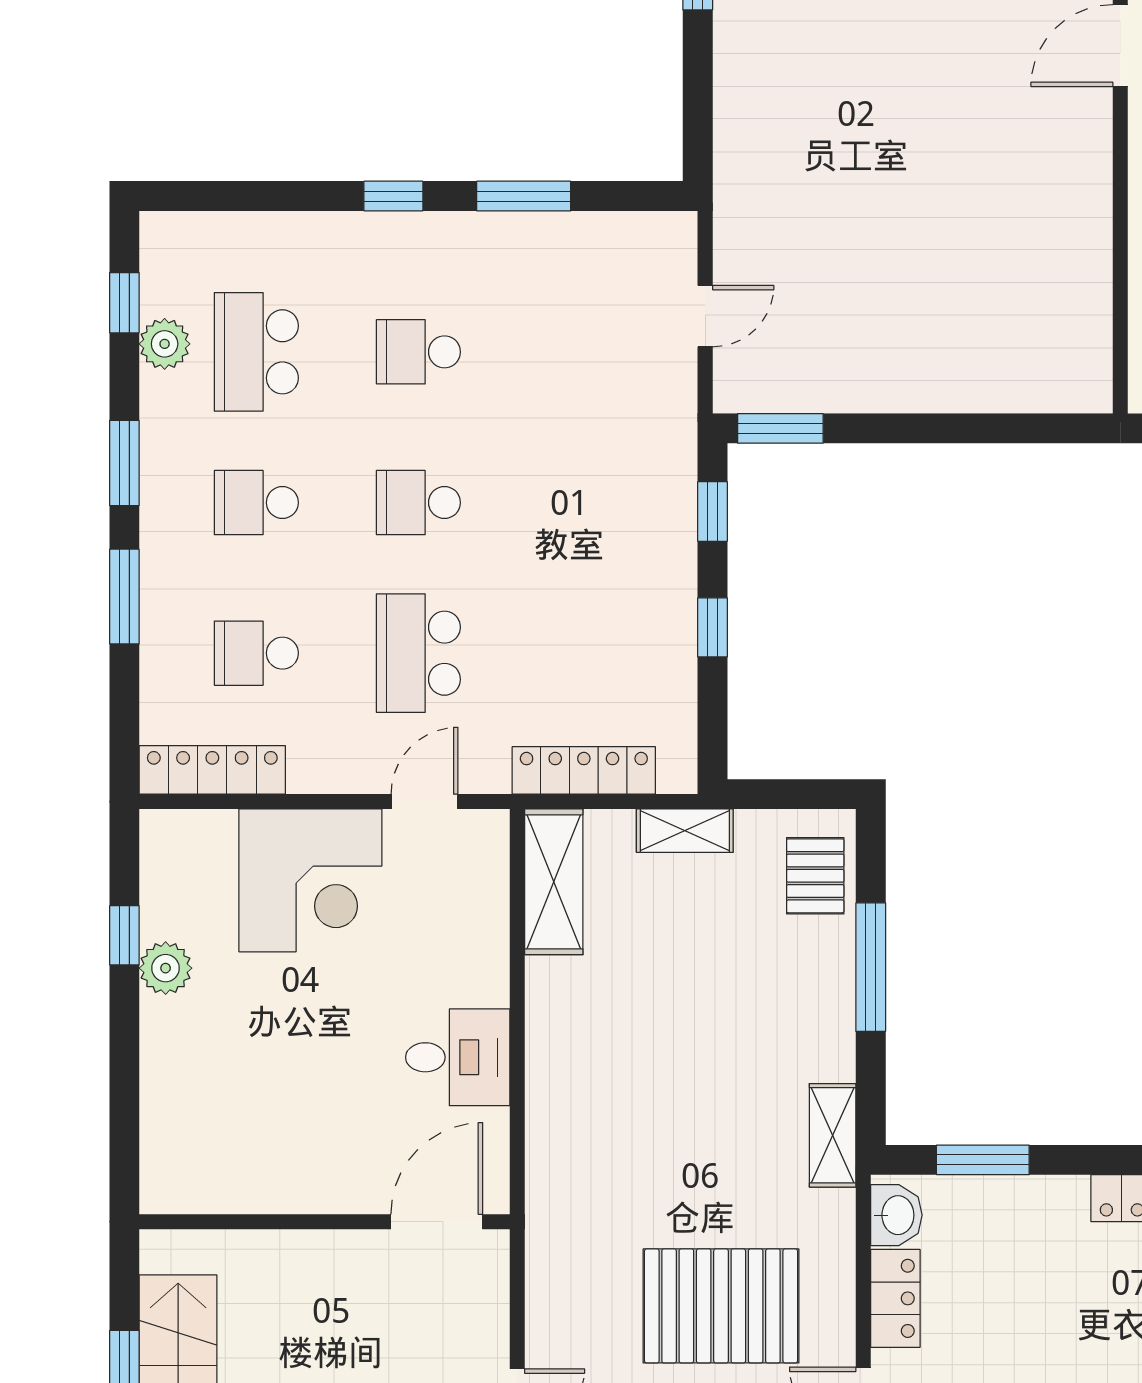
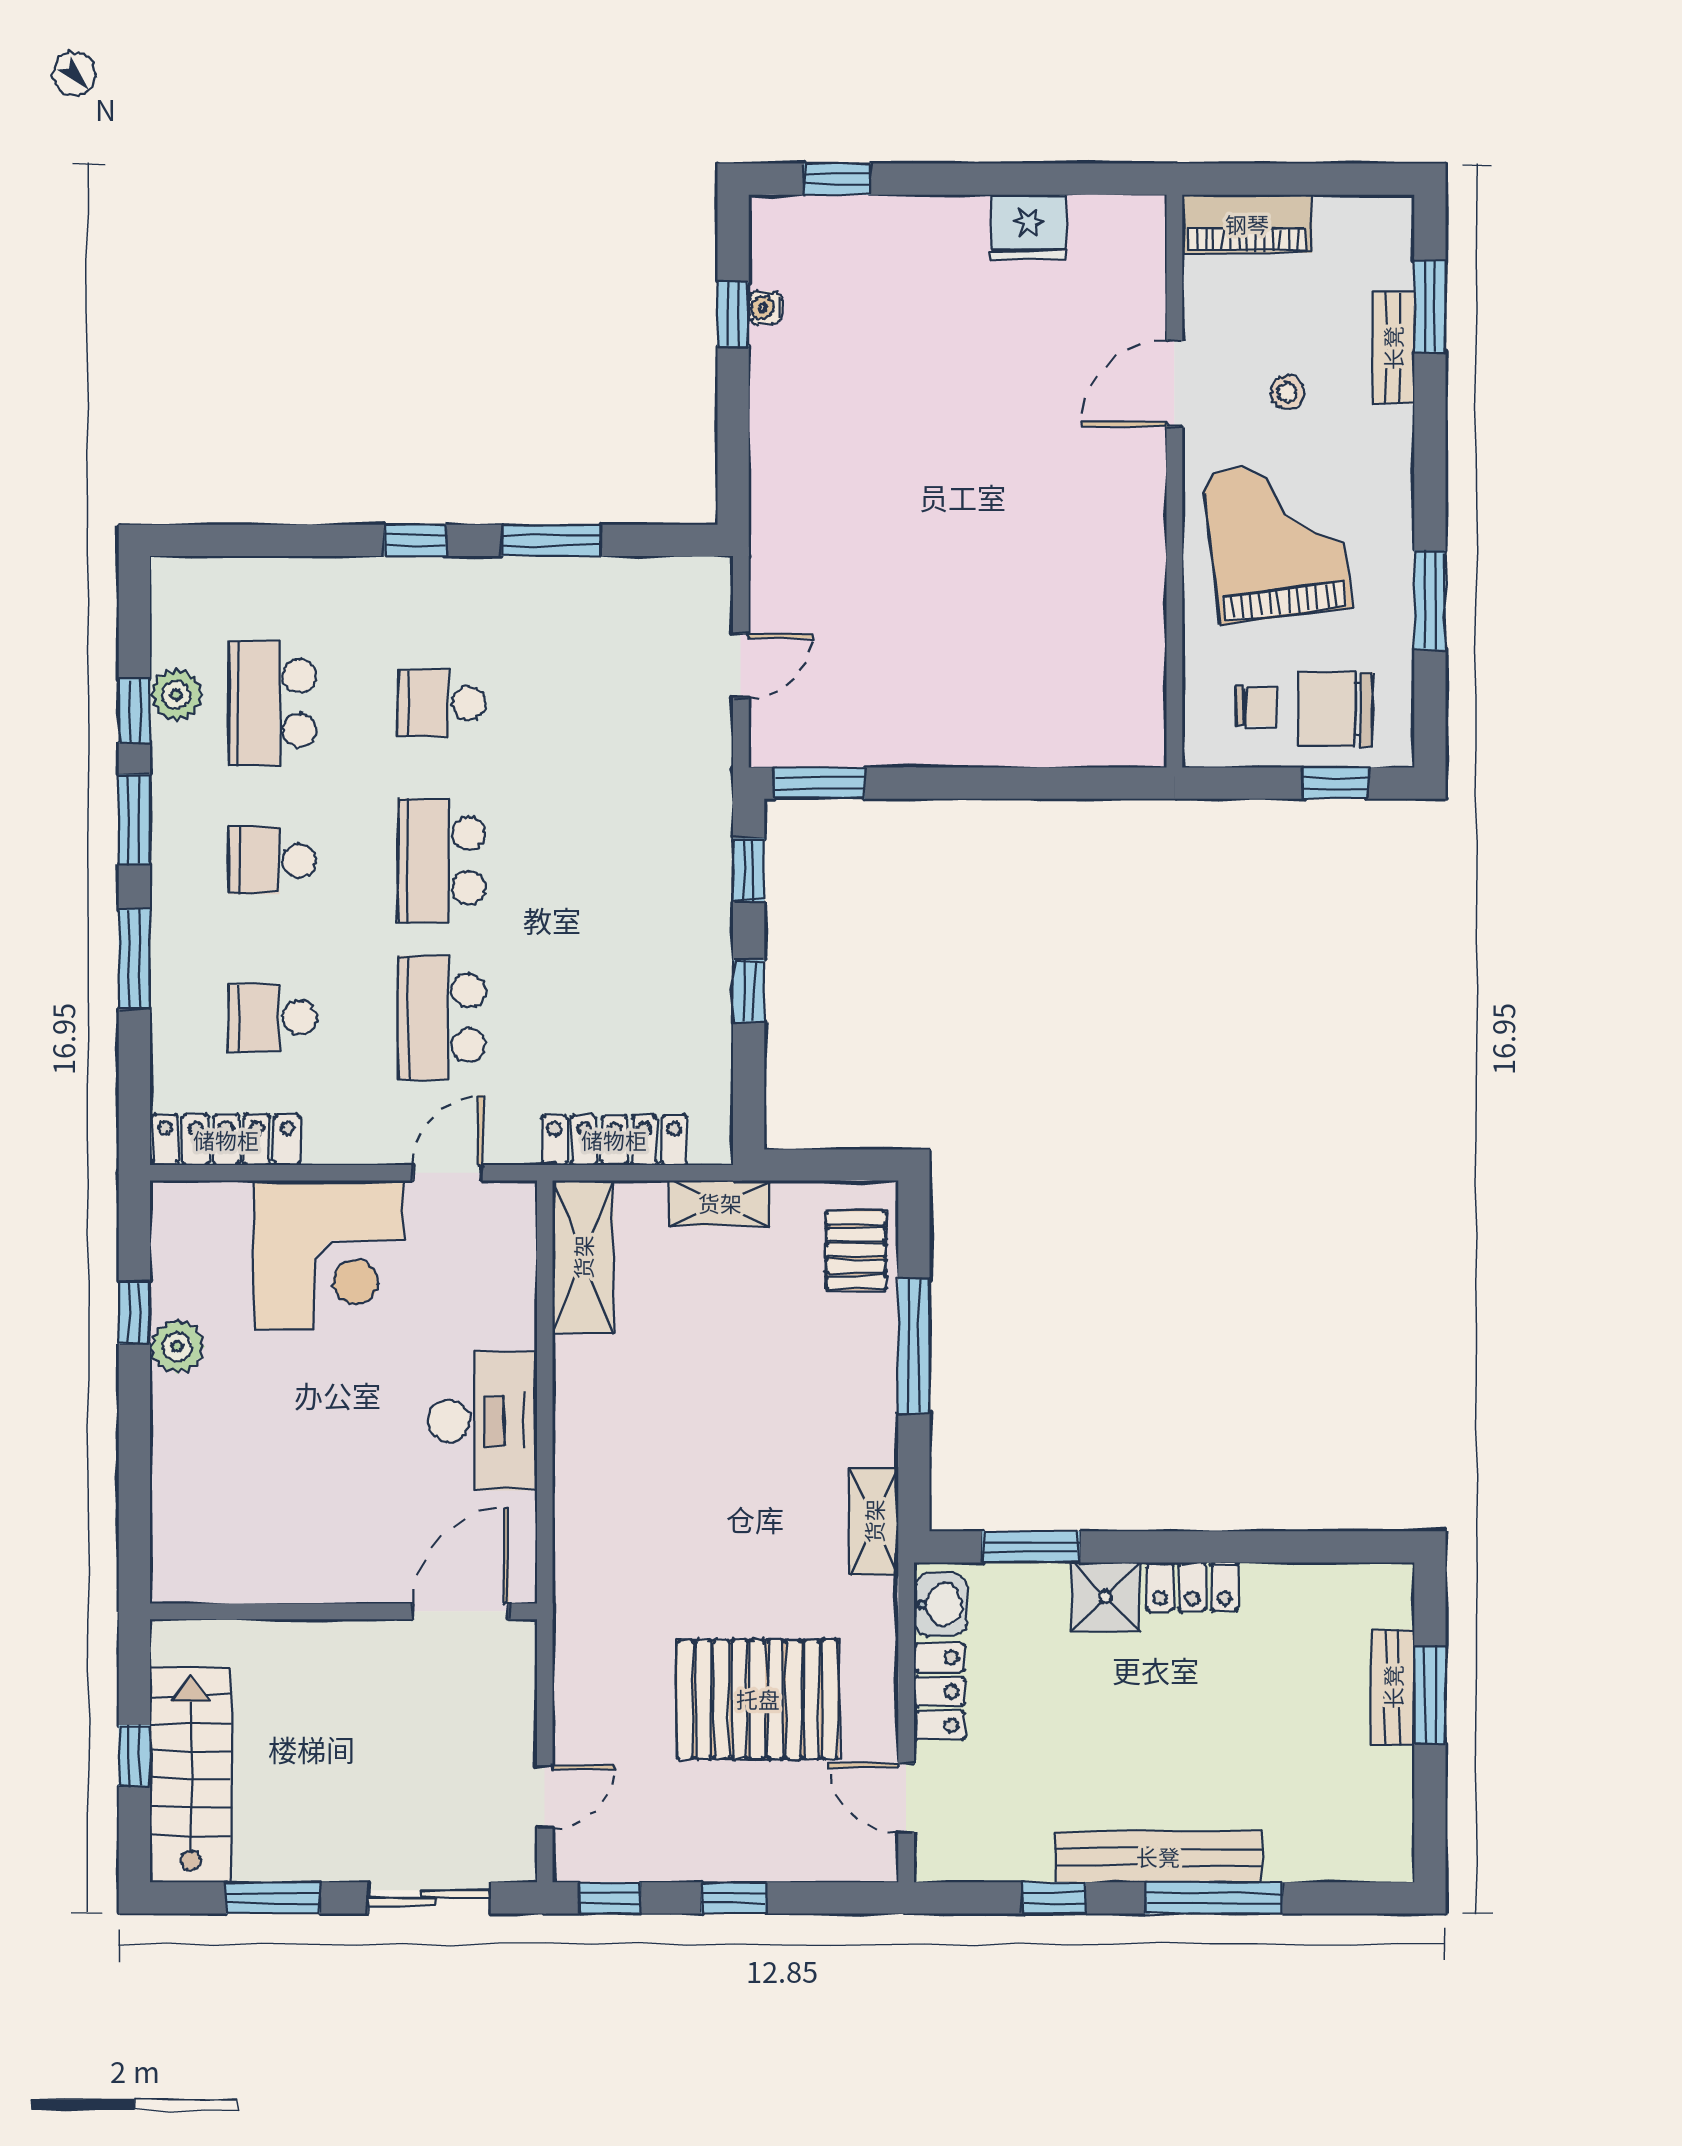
window: (124, 303) -> (134, 711), moved
school desk: (418, 503) -> (442, 860), width x1.85
desk: (458, 1057) -> (483, 1421), width x1.37
shower: (1054, 1208) -> (1105, 1597), added

